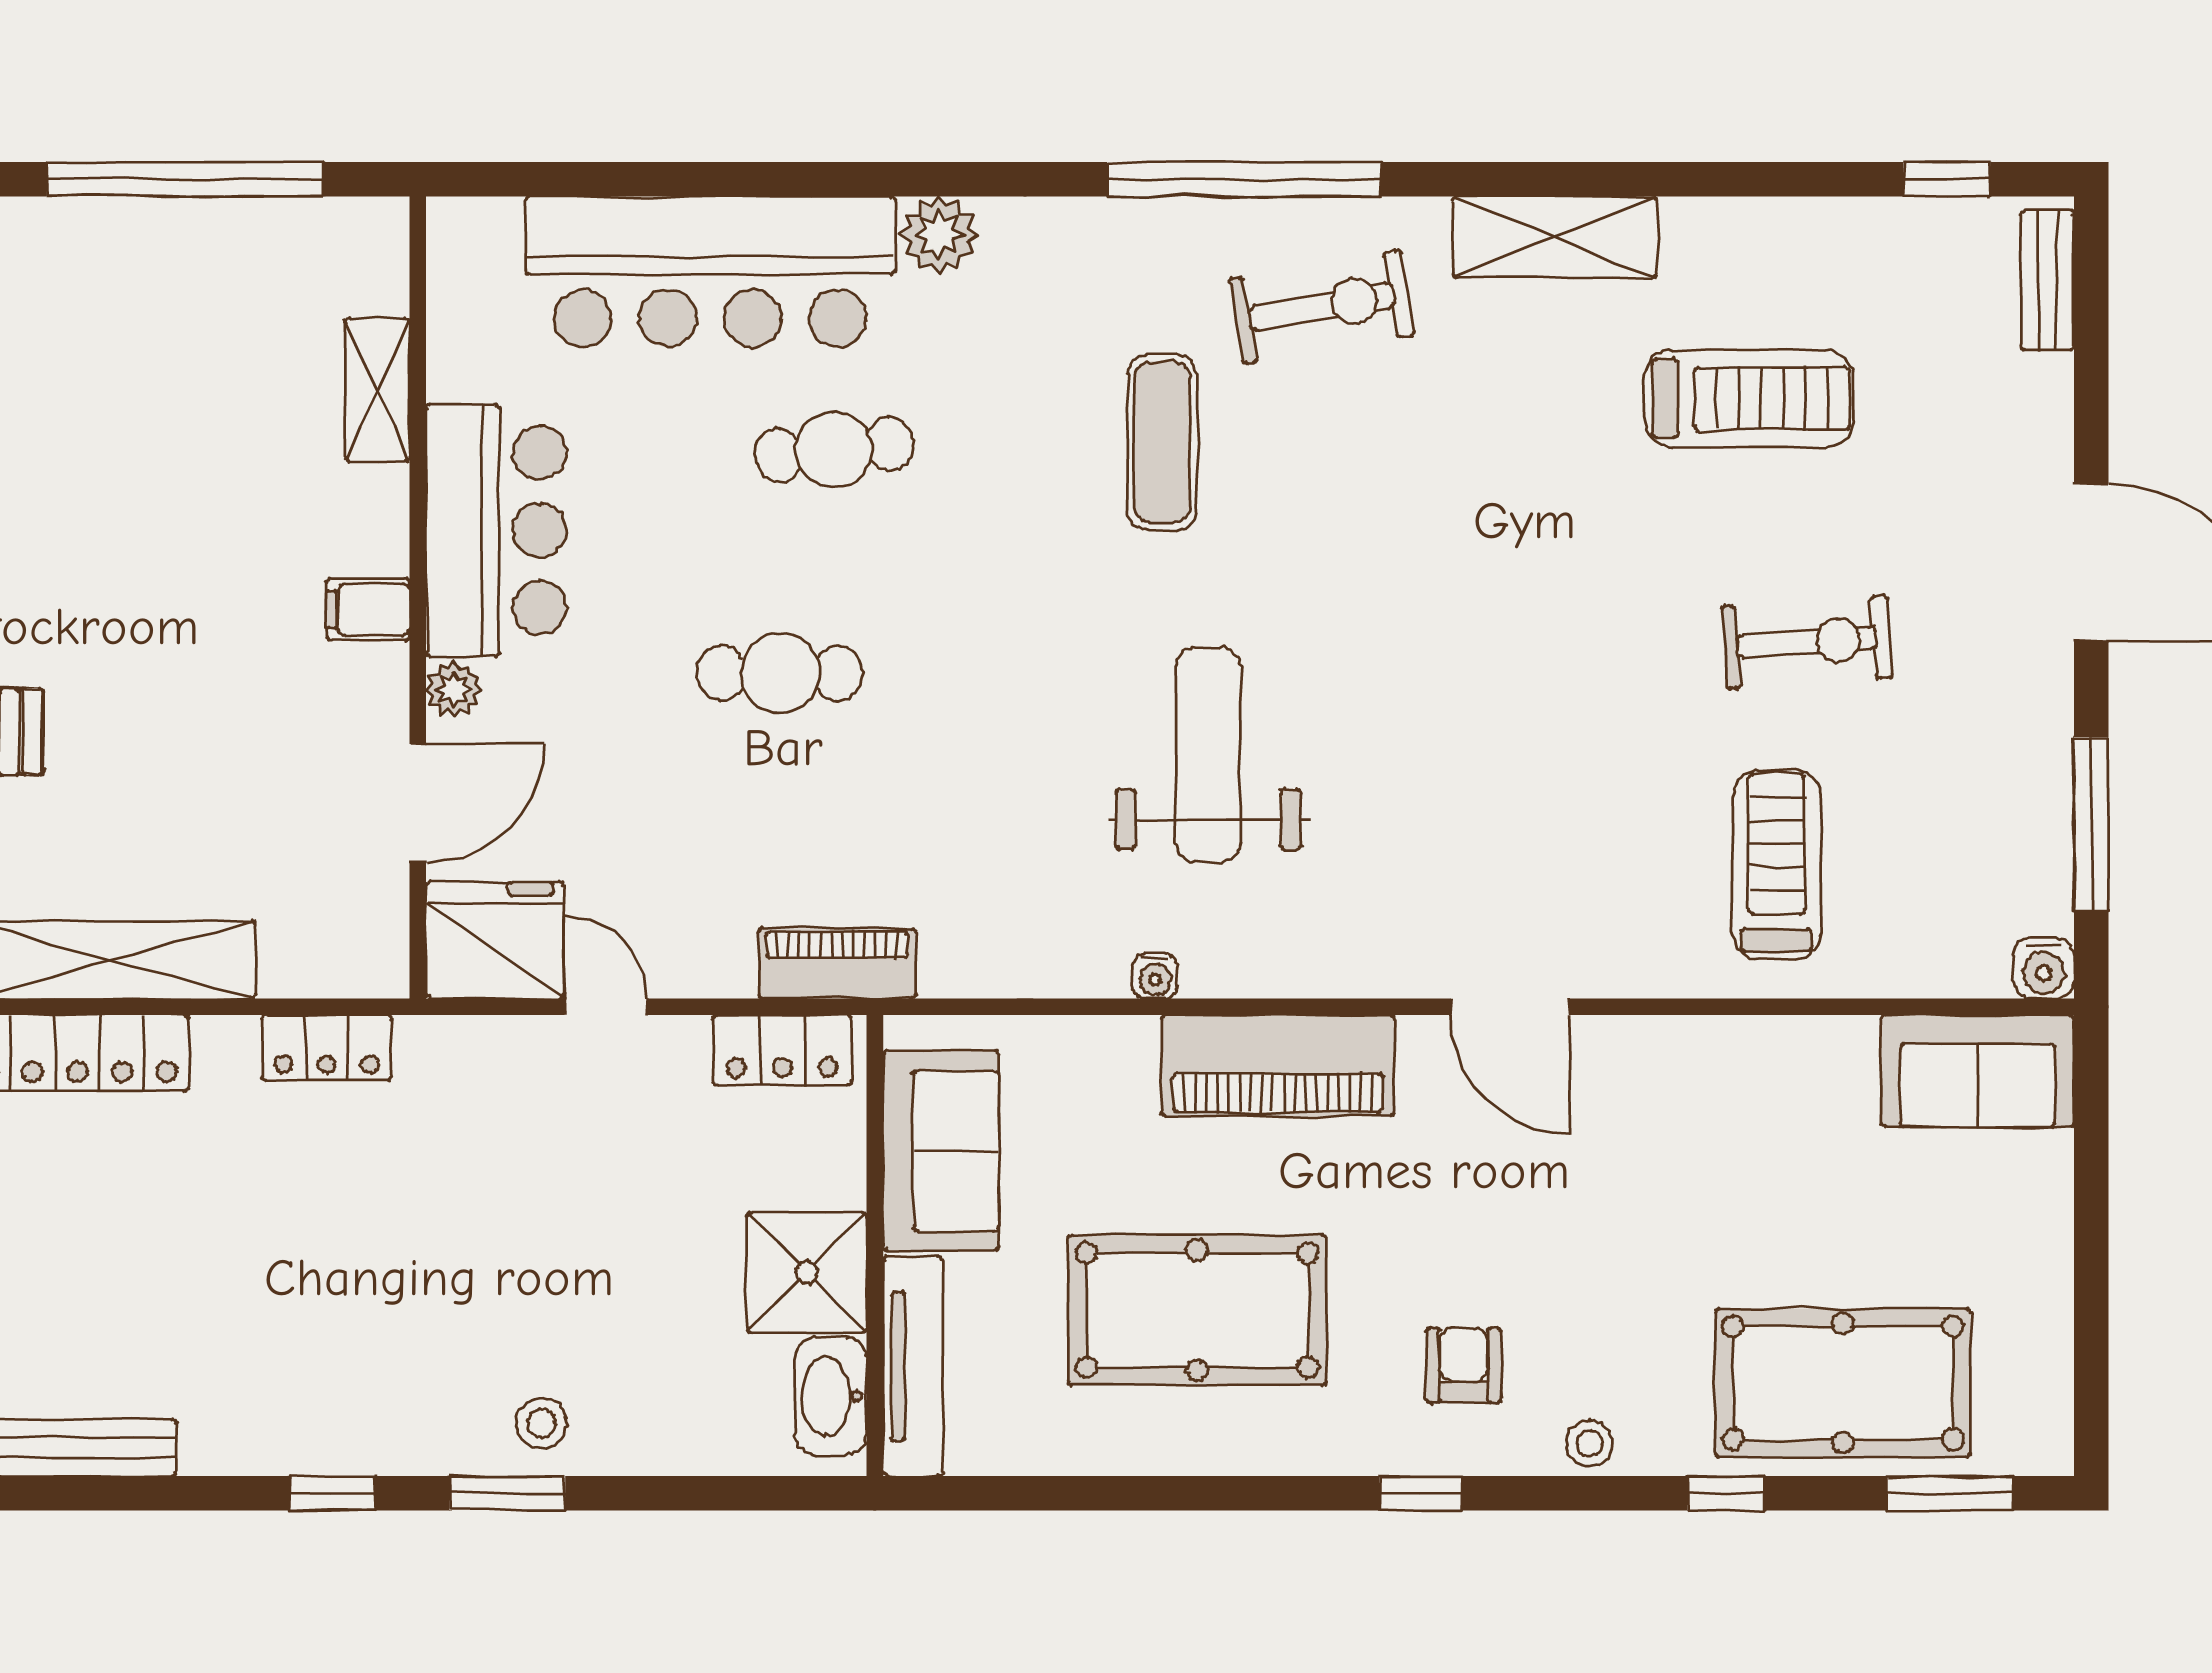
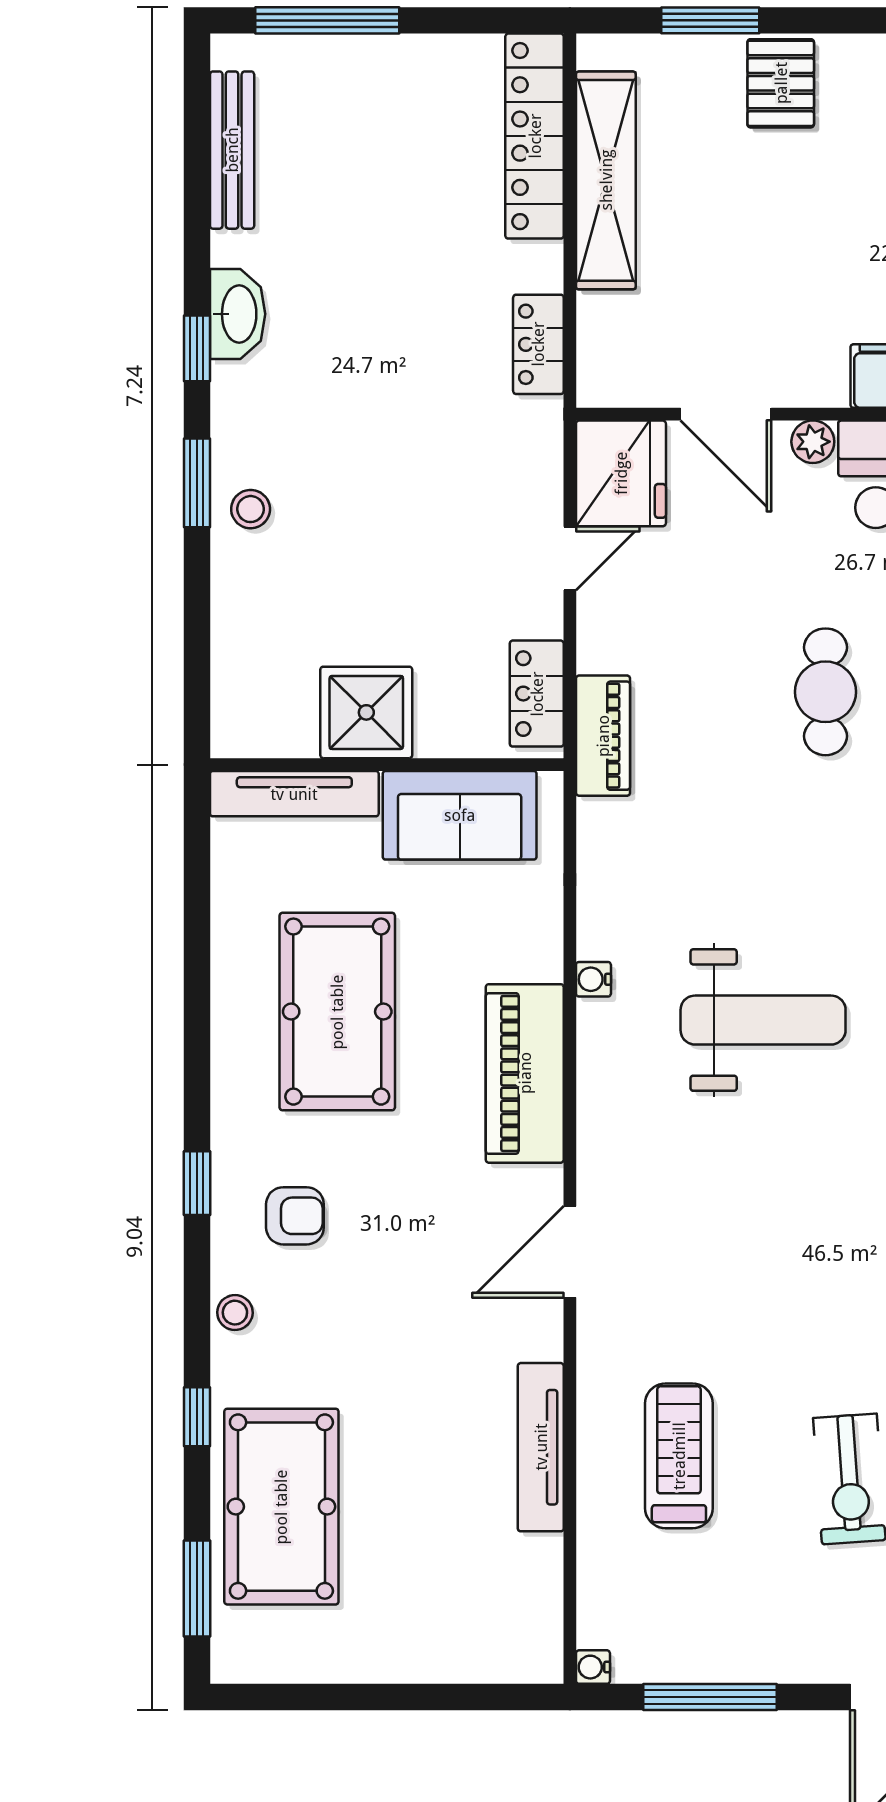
treadmill: (1777, 864) -> (679, 1456), turned -90
water cooler: (2044, 968) -> (593, 1667), width x0.72, depth x0.72
tv unit: (1765, 1045) -> (541, 1447), added
sofa: (1978, 1071) -> (521, 1610), removed
washbasin: (831, 1396) -> (238, 314), moved, turned 90

